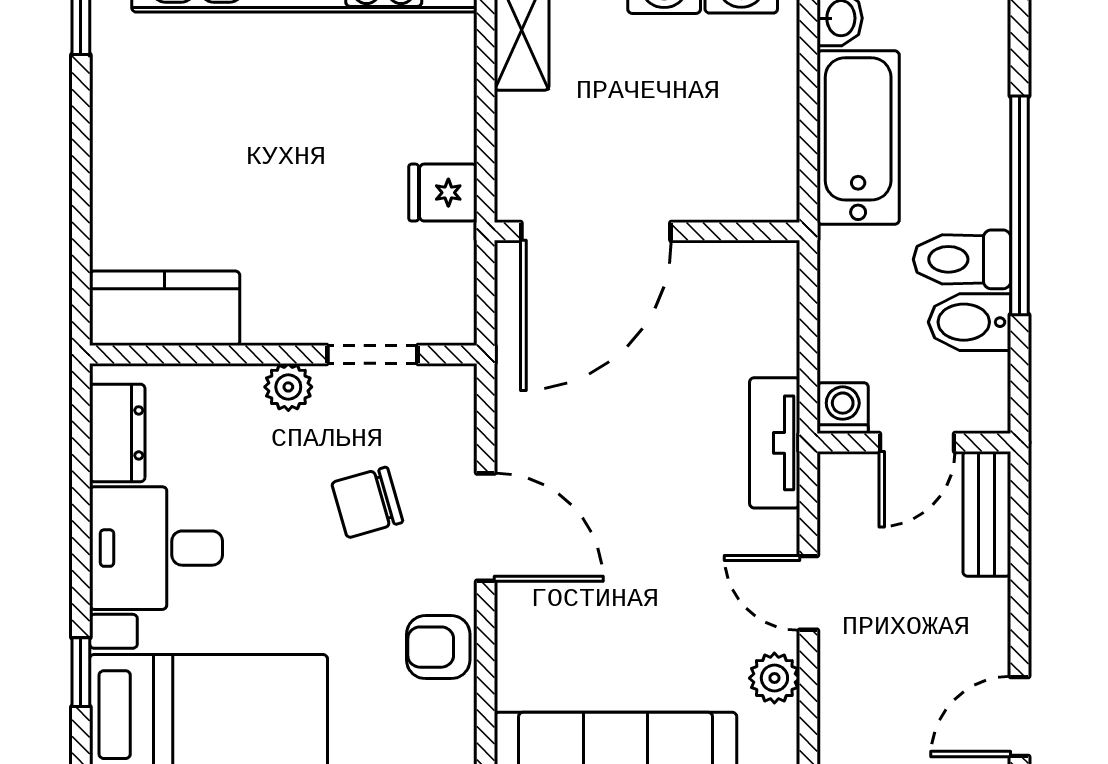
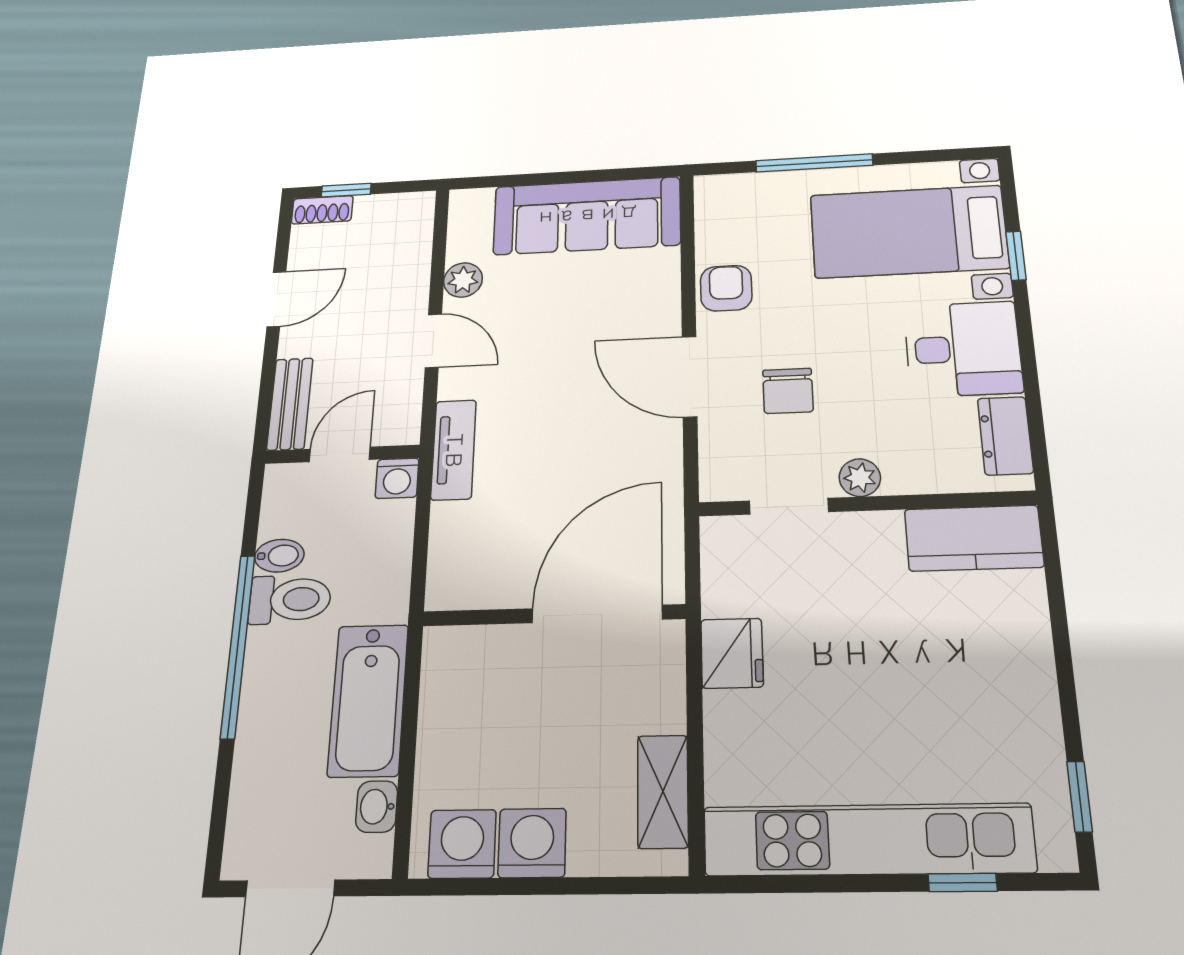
fridge: (443, 193) -> (732, 653), width x1.38
bidet: (970, 322) -> (279, 556), width x0.72, depth x0.74
chair: (367, 502) -> (788, 391), turned 106
armchair: (438, 647) -> (726, 288), turned -90
door: (1020, 717) -> (276, 299), moved

